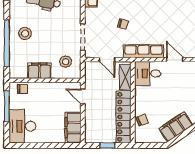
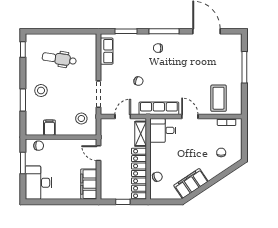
window: (7, 43) -> (23, 100), width x0.47
door: (107, 60) -> (123, 117), swing flipped
filing cabinet: (39, 71) -> (49, 128), width x0.50
window: (7, 106) -> (23, 163), width x0.69

